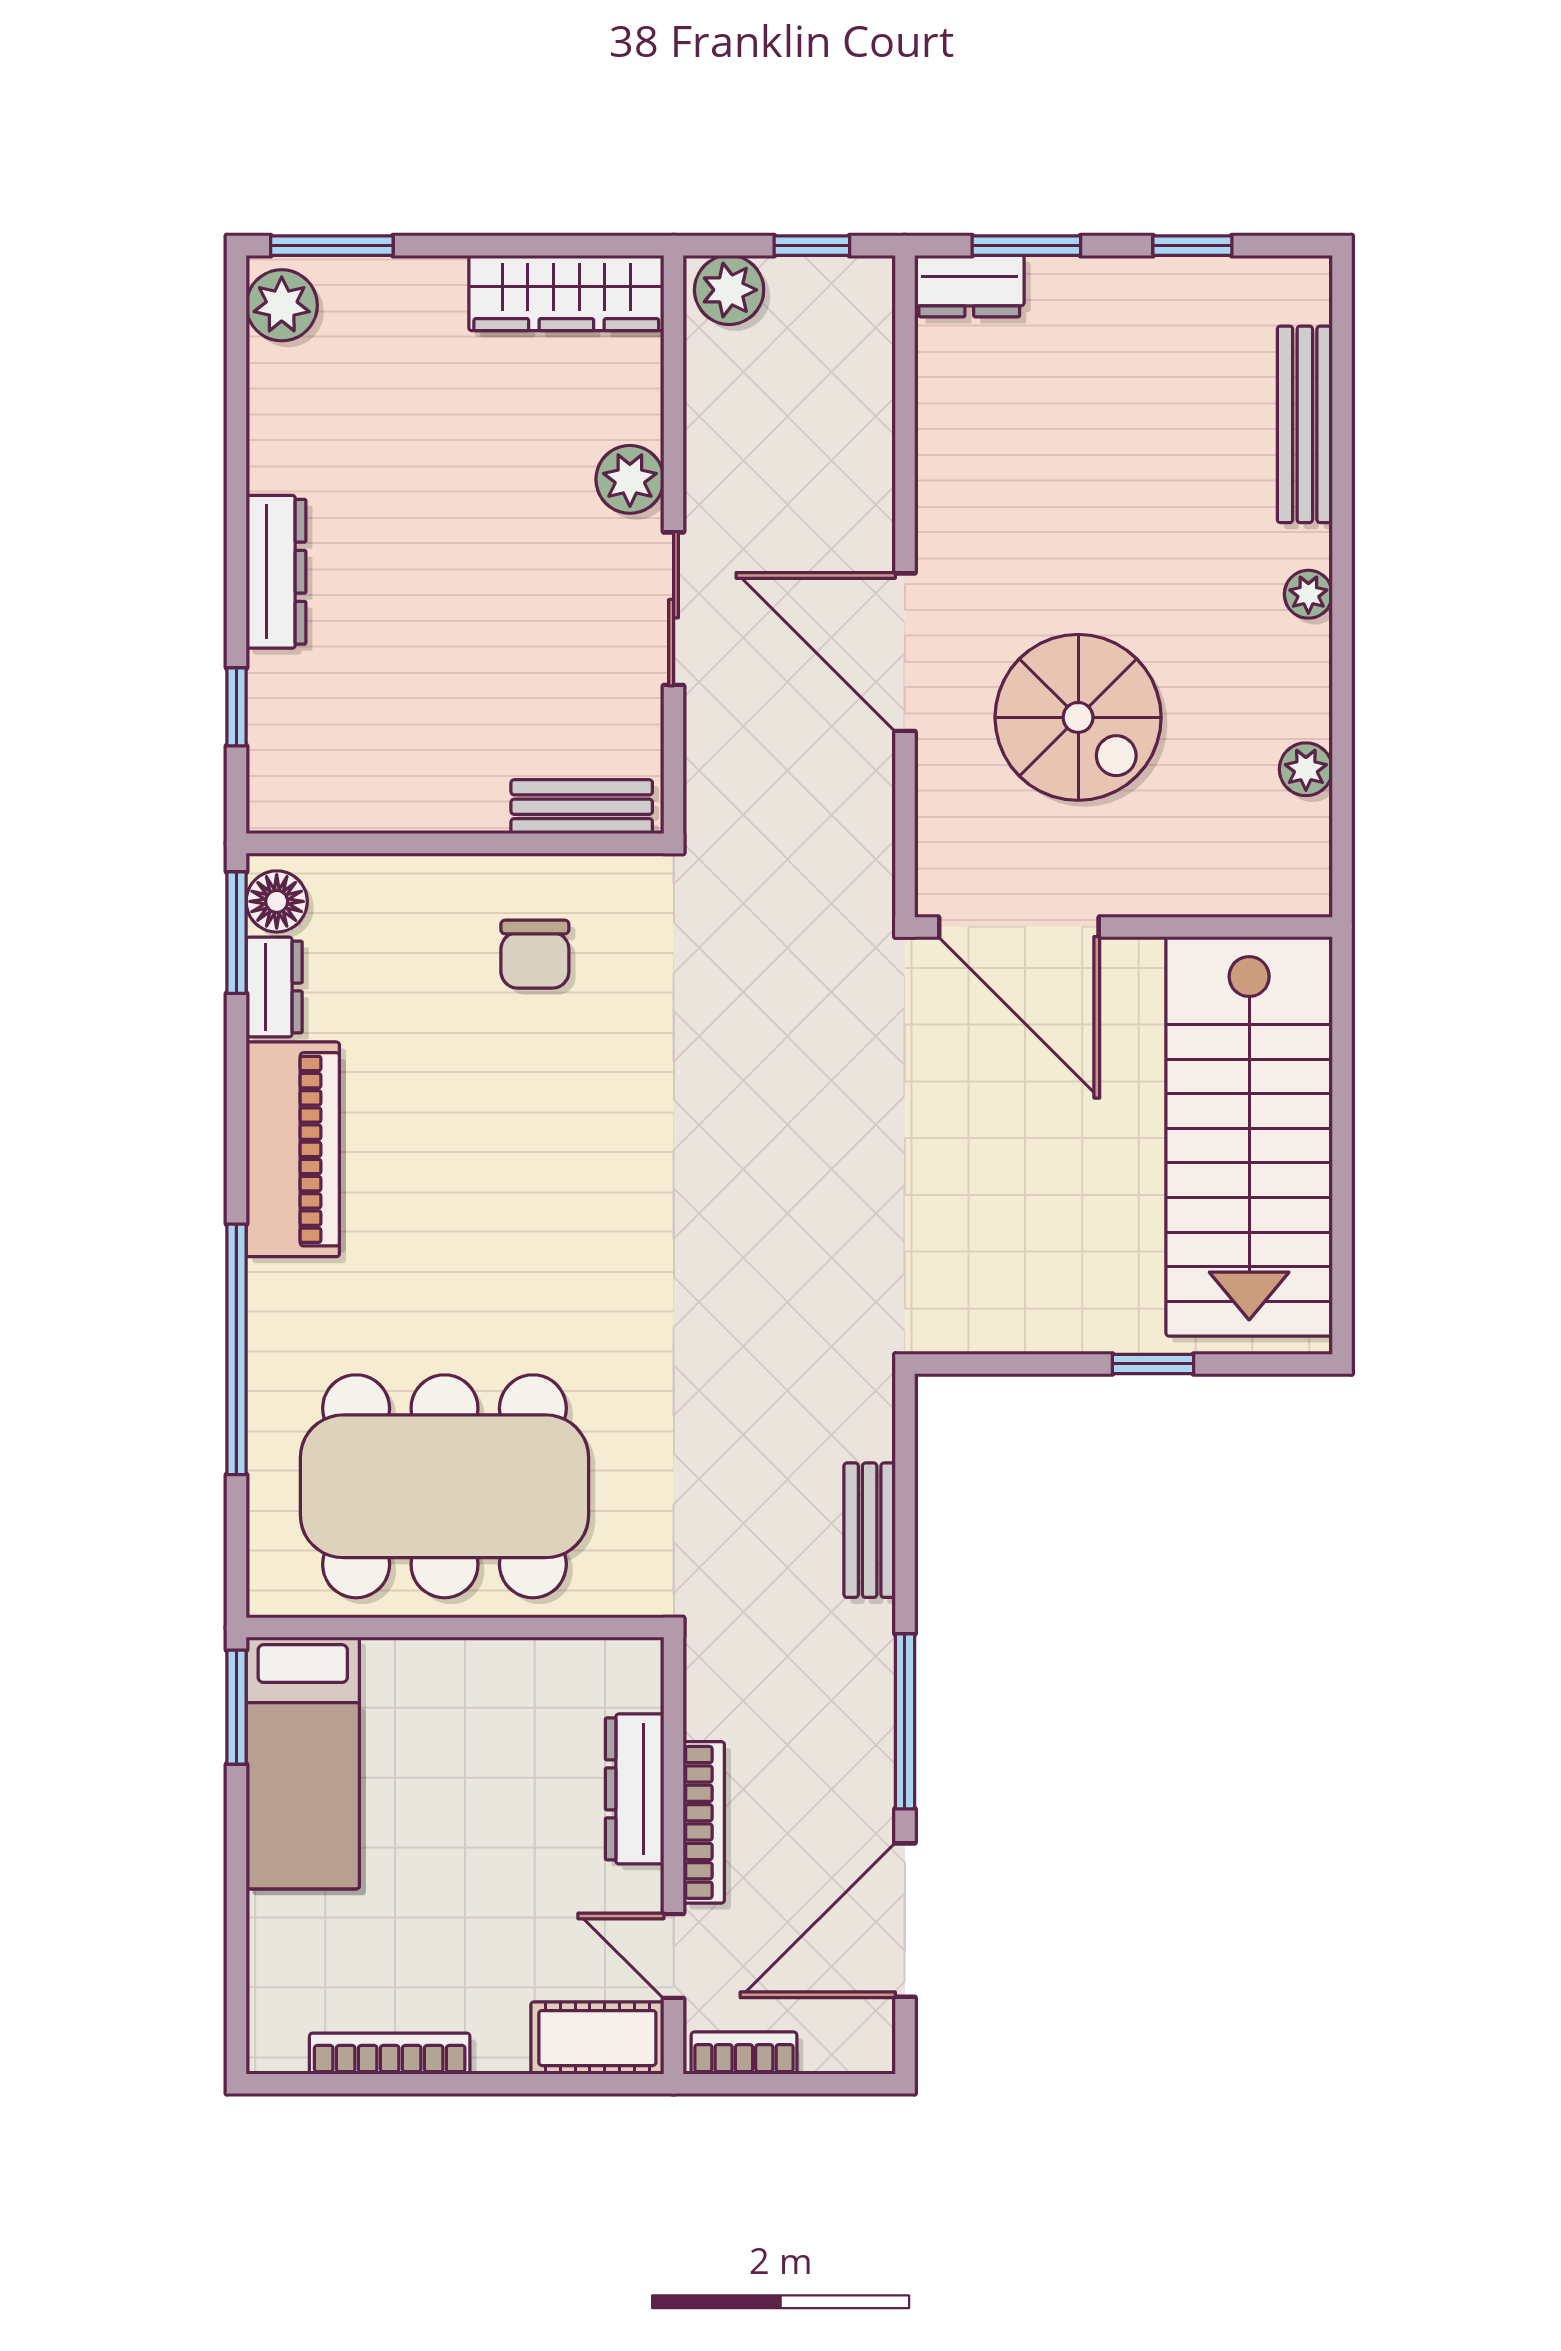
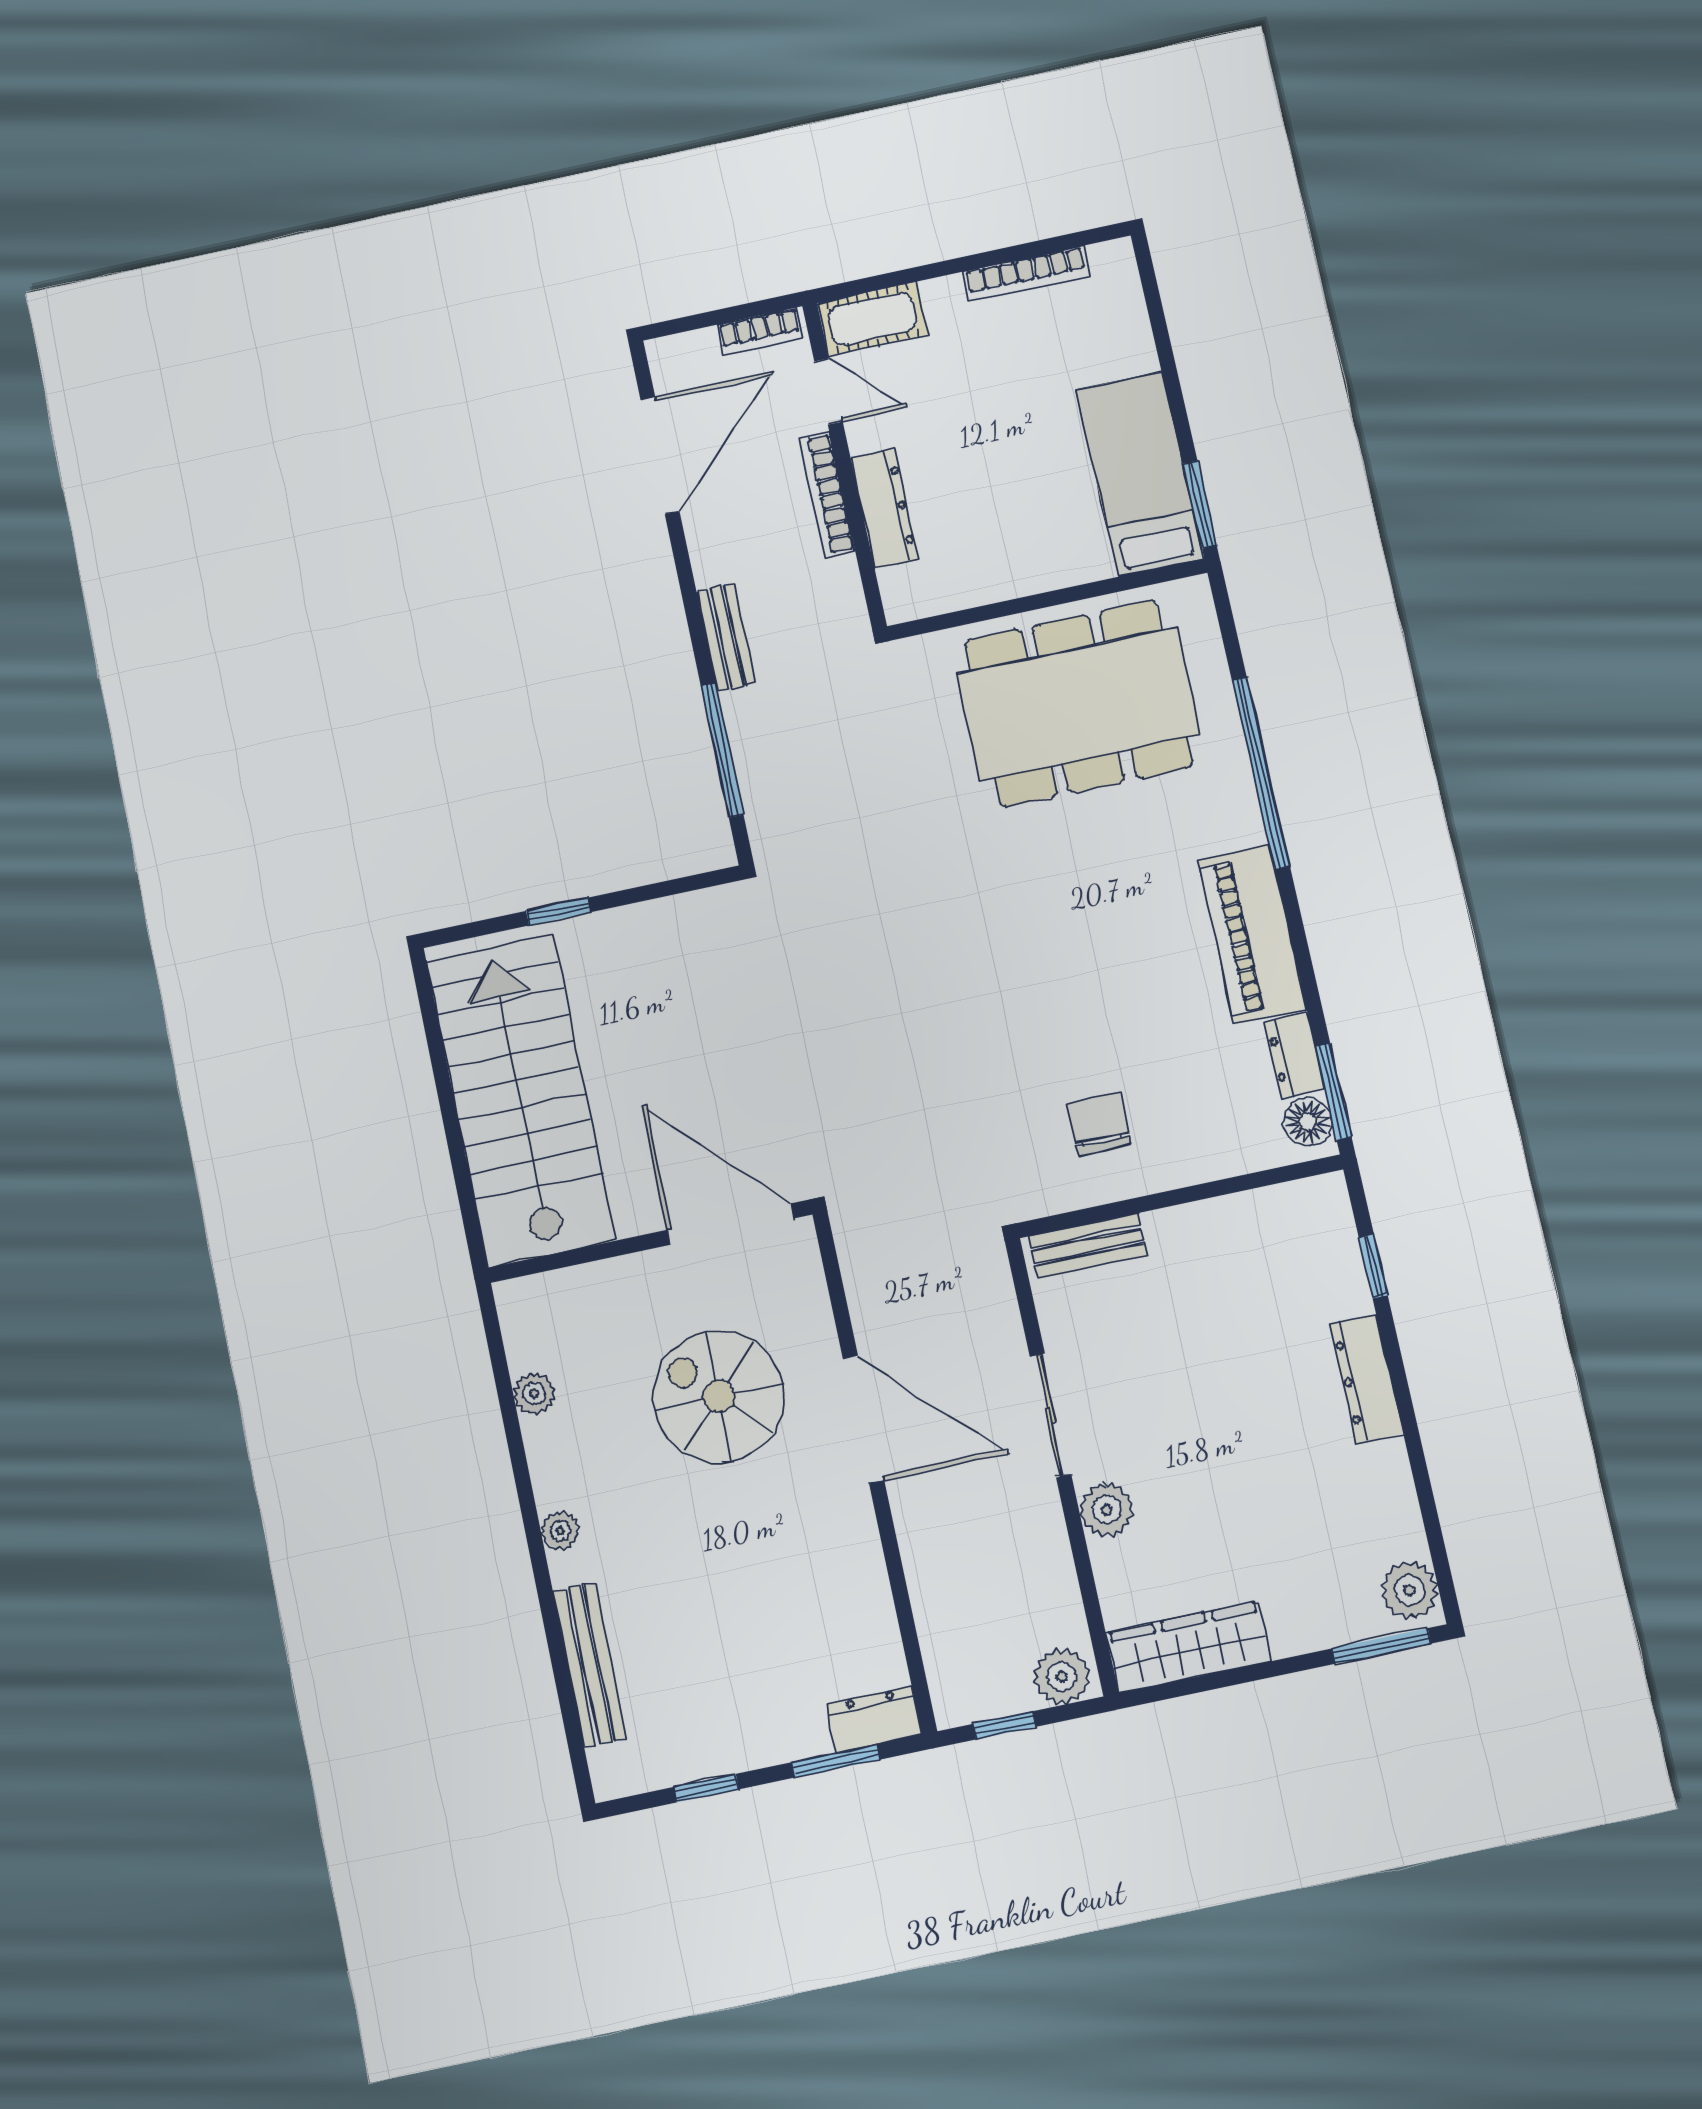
bench: (870, 1530) -> (726, 637), moved
window: (905, 1721) -> (722, 750), moved

